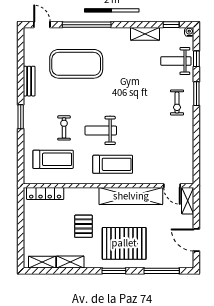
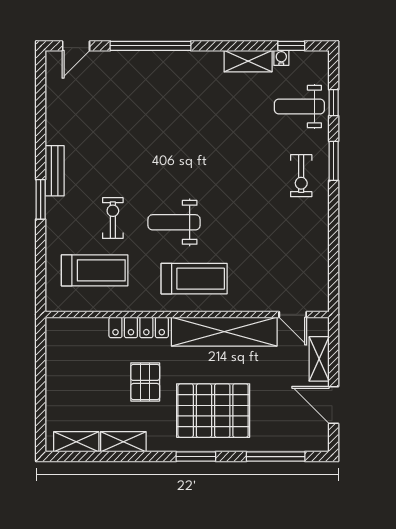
door: (42, 25) -> (76, 46), swing flipped
water cooler: (189, 32) -> (281, 58), moved
exercise mat: (76, 64) -> (133, 111), removed
bench: (29, 81) -> (55, 171), moved
locker: (45, 194) -> (139, 327), moved
shelving: (188, 201) -> (319, 359), moved

